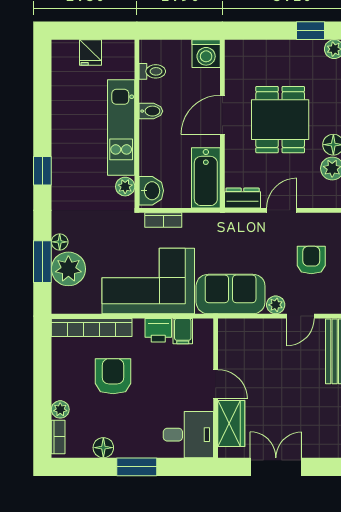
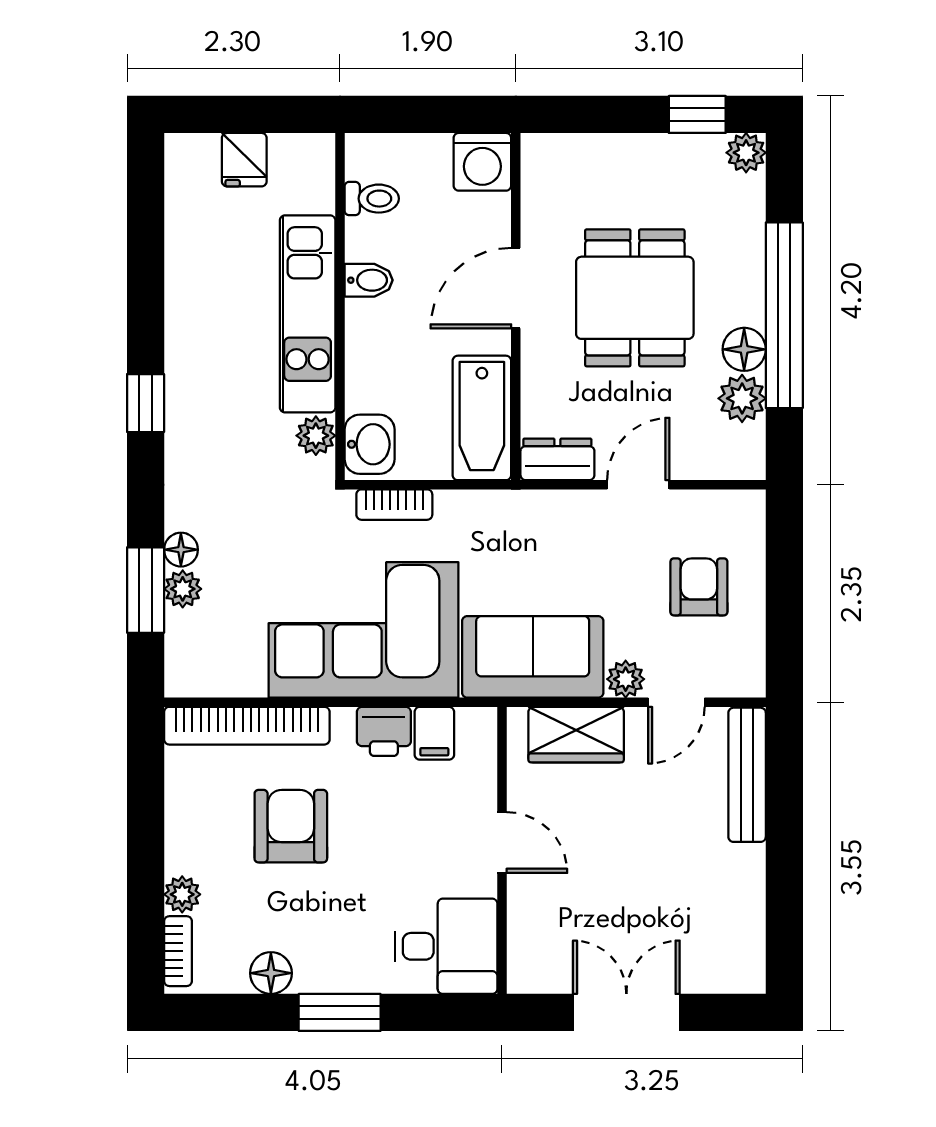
plant: (68, 269) -> (183, 589), width x0.53, depth x0.53
wardrobe: (231, 423) -> (576, 735), moved, turned 90

